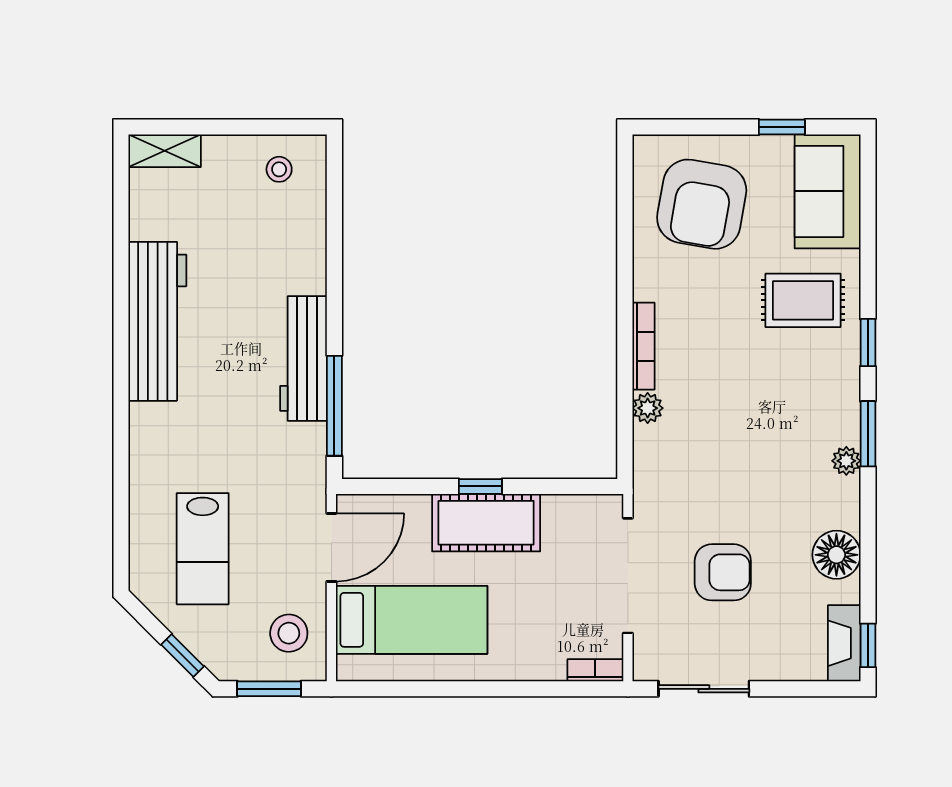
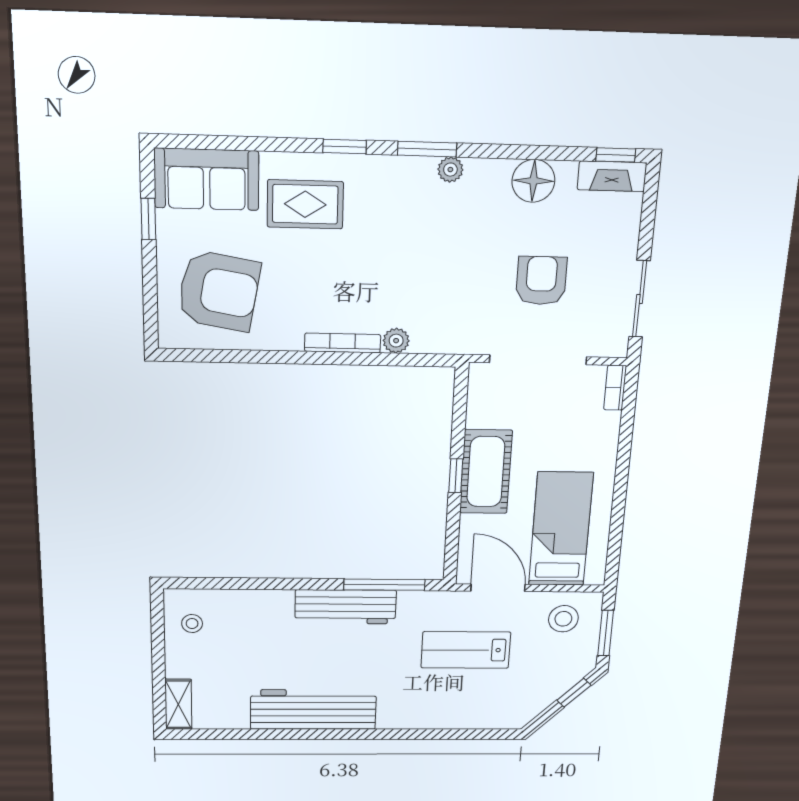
rug: (803, 300) -> (305, 204), turned 90
lab bench: (203, 549) -> (466, 650), moved, turned 180

